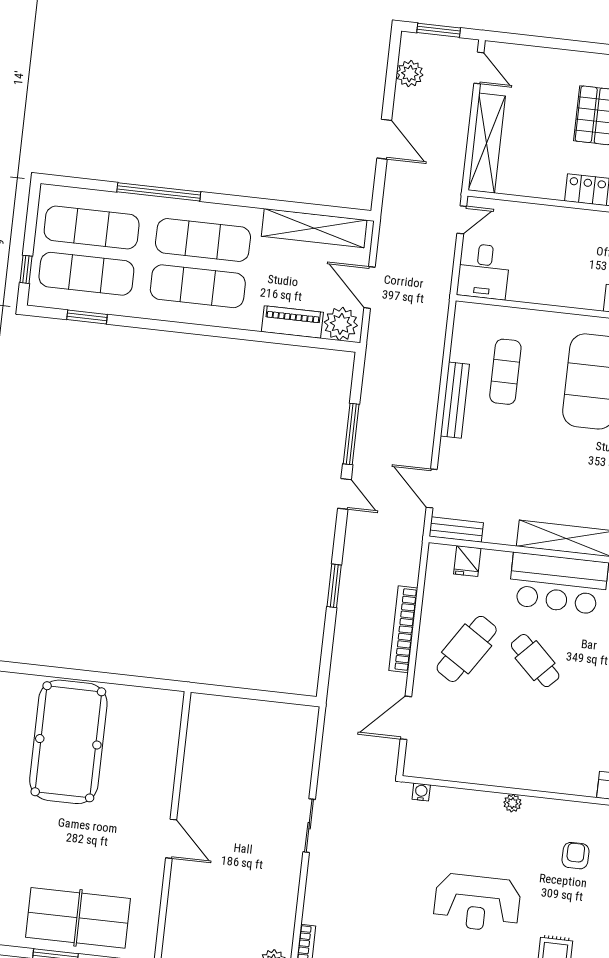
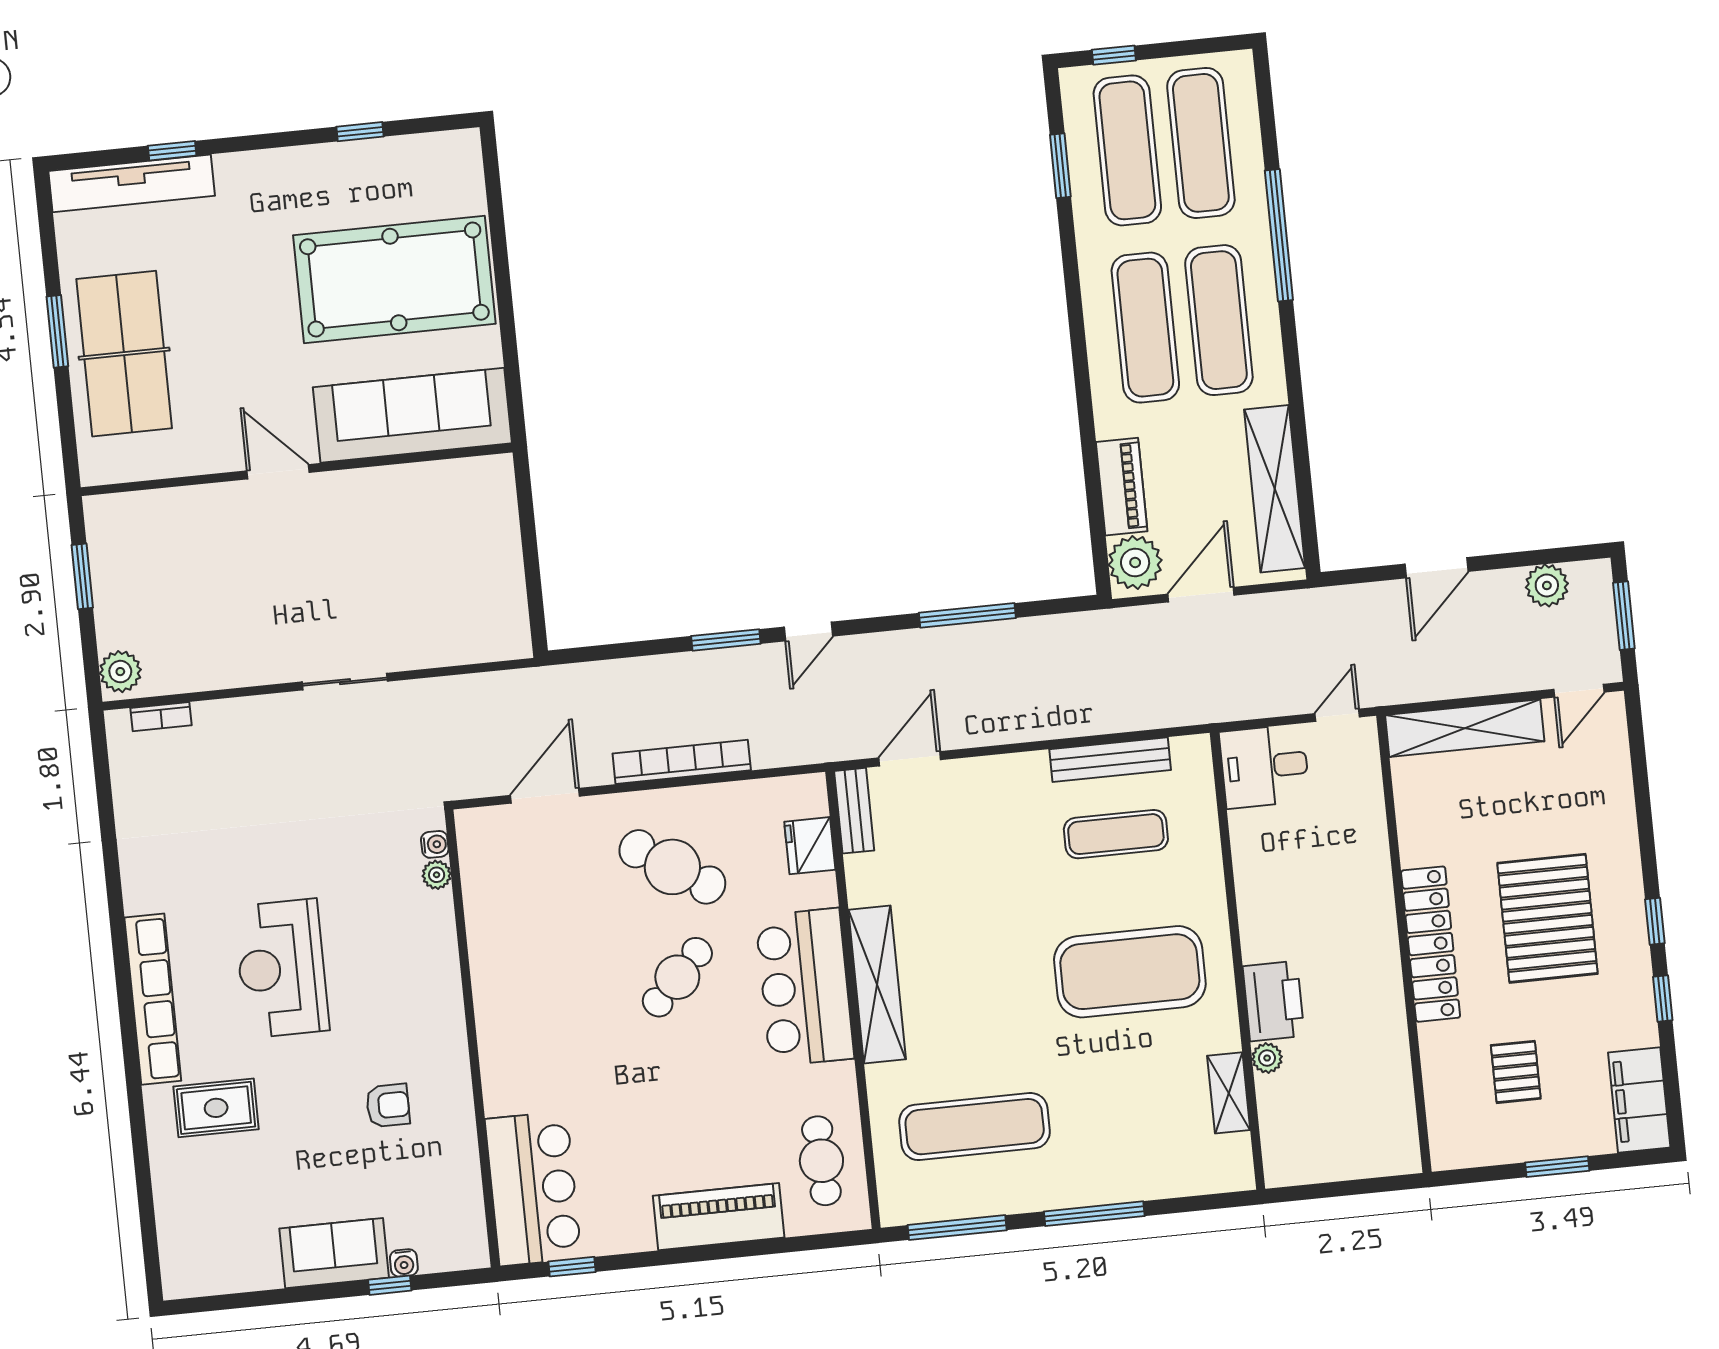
door: (462, 220) -> (1337, 715), swing flipped
bench: (455, 400) -> (1110, 760), moved
door: (344, 494) -> (808, 632), moved
fridge: (467, 561) -> (810, 846), width x1.38
door: (406, 718) -> (545, 796), hinge flipped
sofa: (154, 749) -> (412, 415), added
plant: (512, 803) -> (437, 875), moved
door: (171, 839) -> (278, 472), swing flipped

